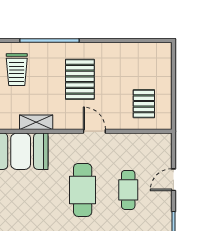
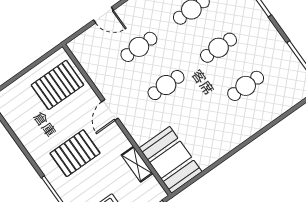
pallet: (144, 104) -> (57, 85), width x1.50, depth x1.42
cafe table: (83, 190) -> (166, 85), width x0.73, depth x0.74

